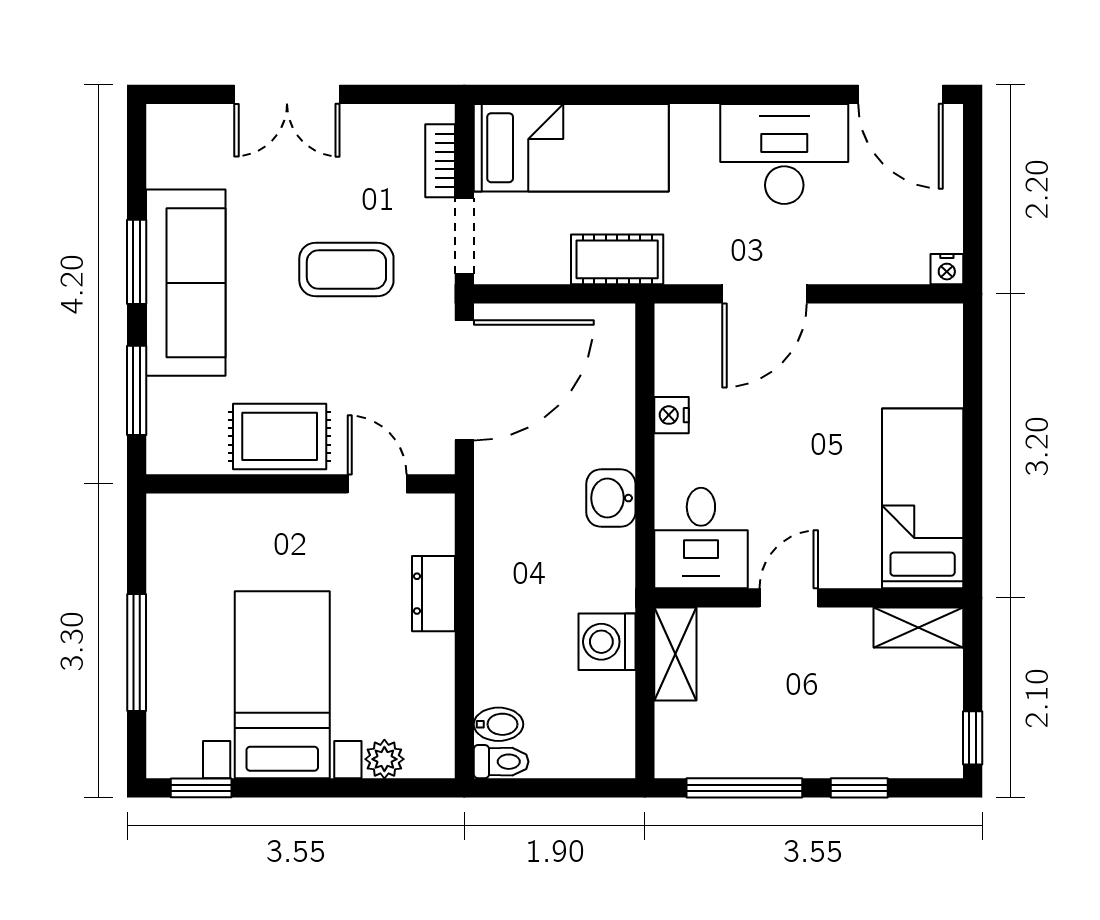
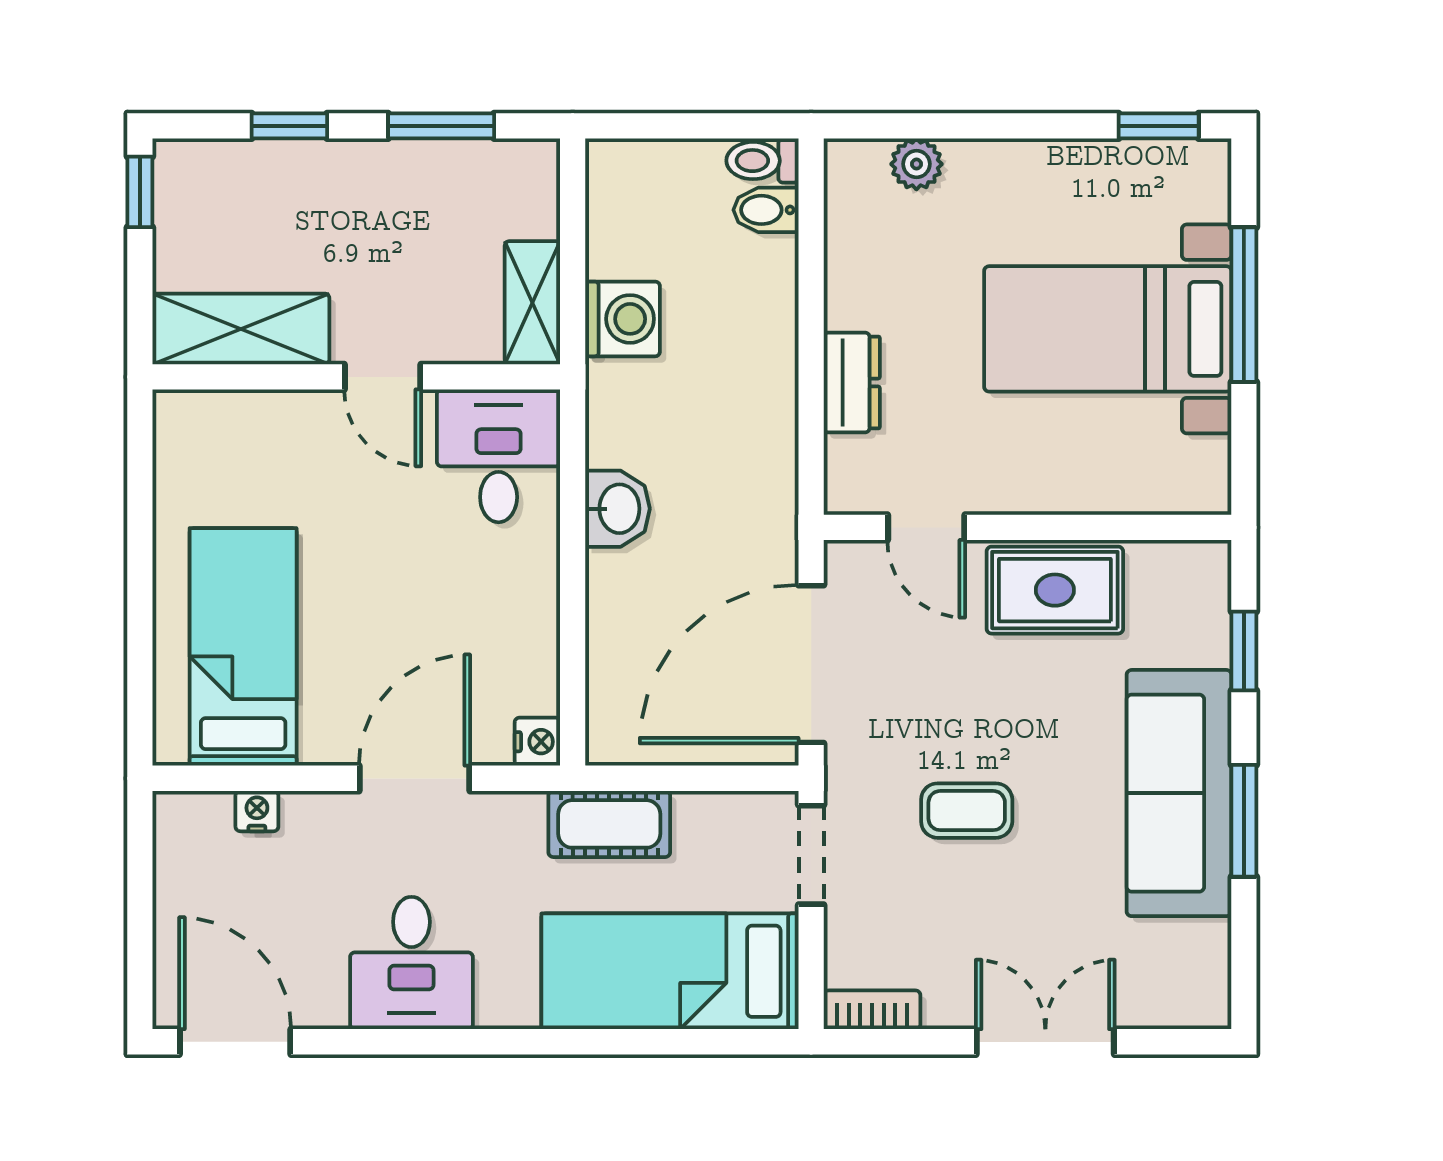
desk: (784, 154) -> (411, 963), width x0.73
bookcase: (440, 161) -> (872, 1010), moved, turned -90
coffee table: (346, 269) -> (967, 811), width x0.73, depth x0.77
nightstand: (947, 269) -> (257, 811), moved
window: (137, 390) -> (1244, 651), width x0.67
nightstand: (671, 415) -> (537, 742), moved
bed: (923, 498) -> (243, 647), moved, turned 180
door: (789, 598) -> (383, 377), hinge flipped
shelving: (918, 627) -> (241, 329), width x1.50, depth x1.33
bed with nightstands: (282, 685) -> (1108, 329), moved, turned 90
window: (744, 788) -> (441, 126), width x0.69

